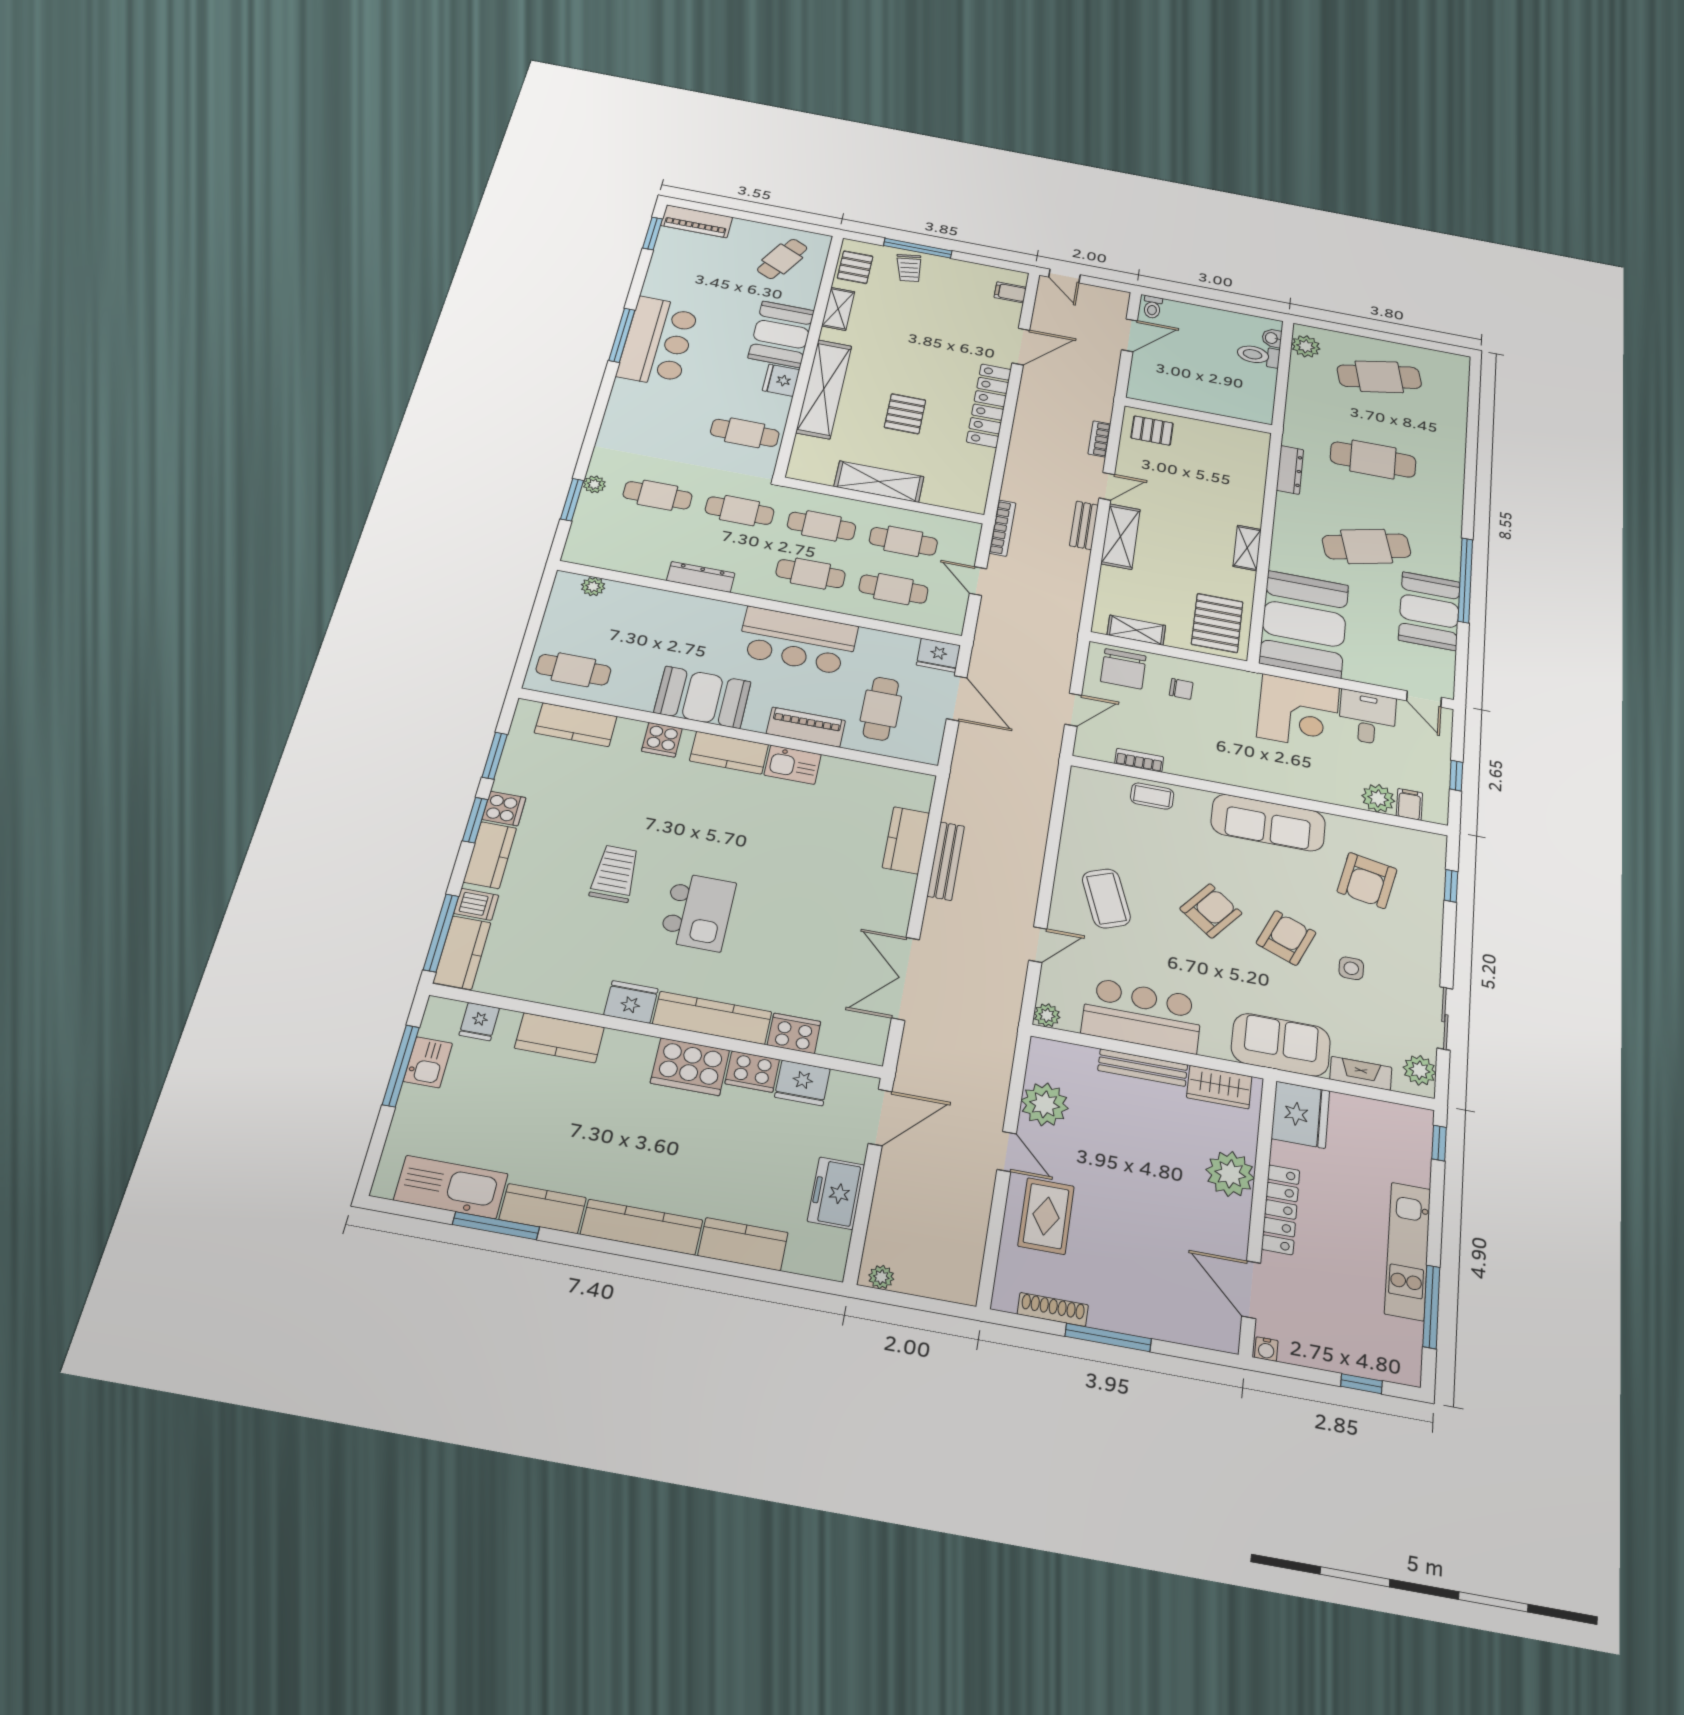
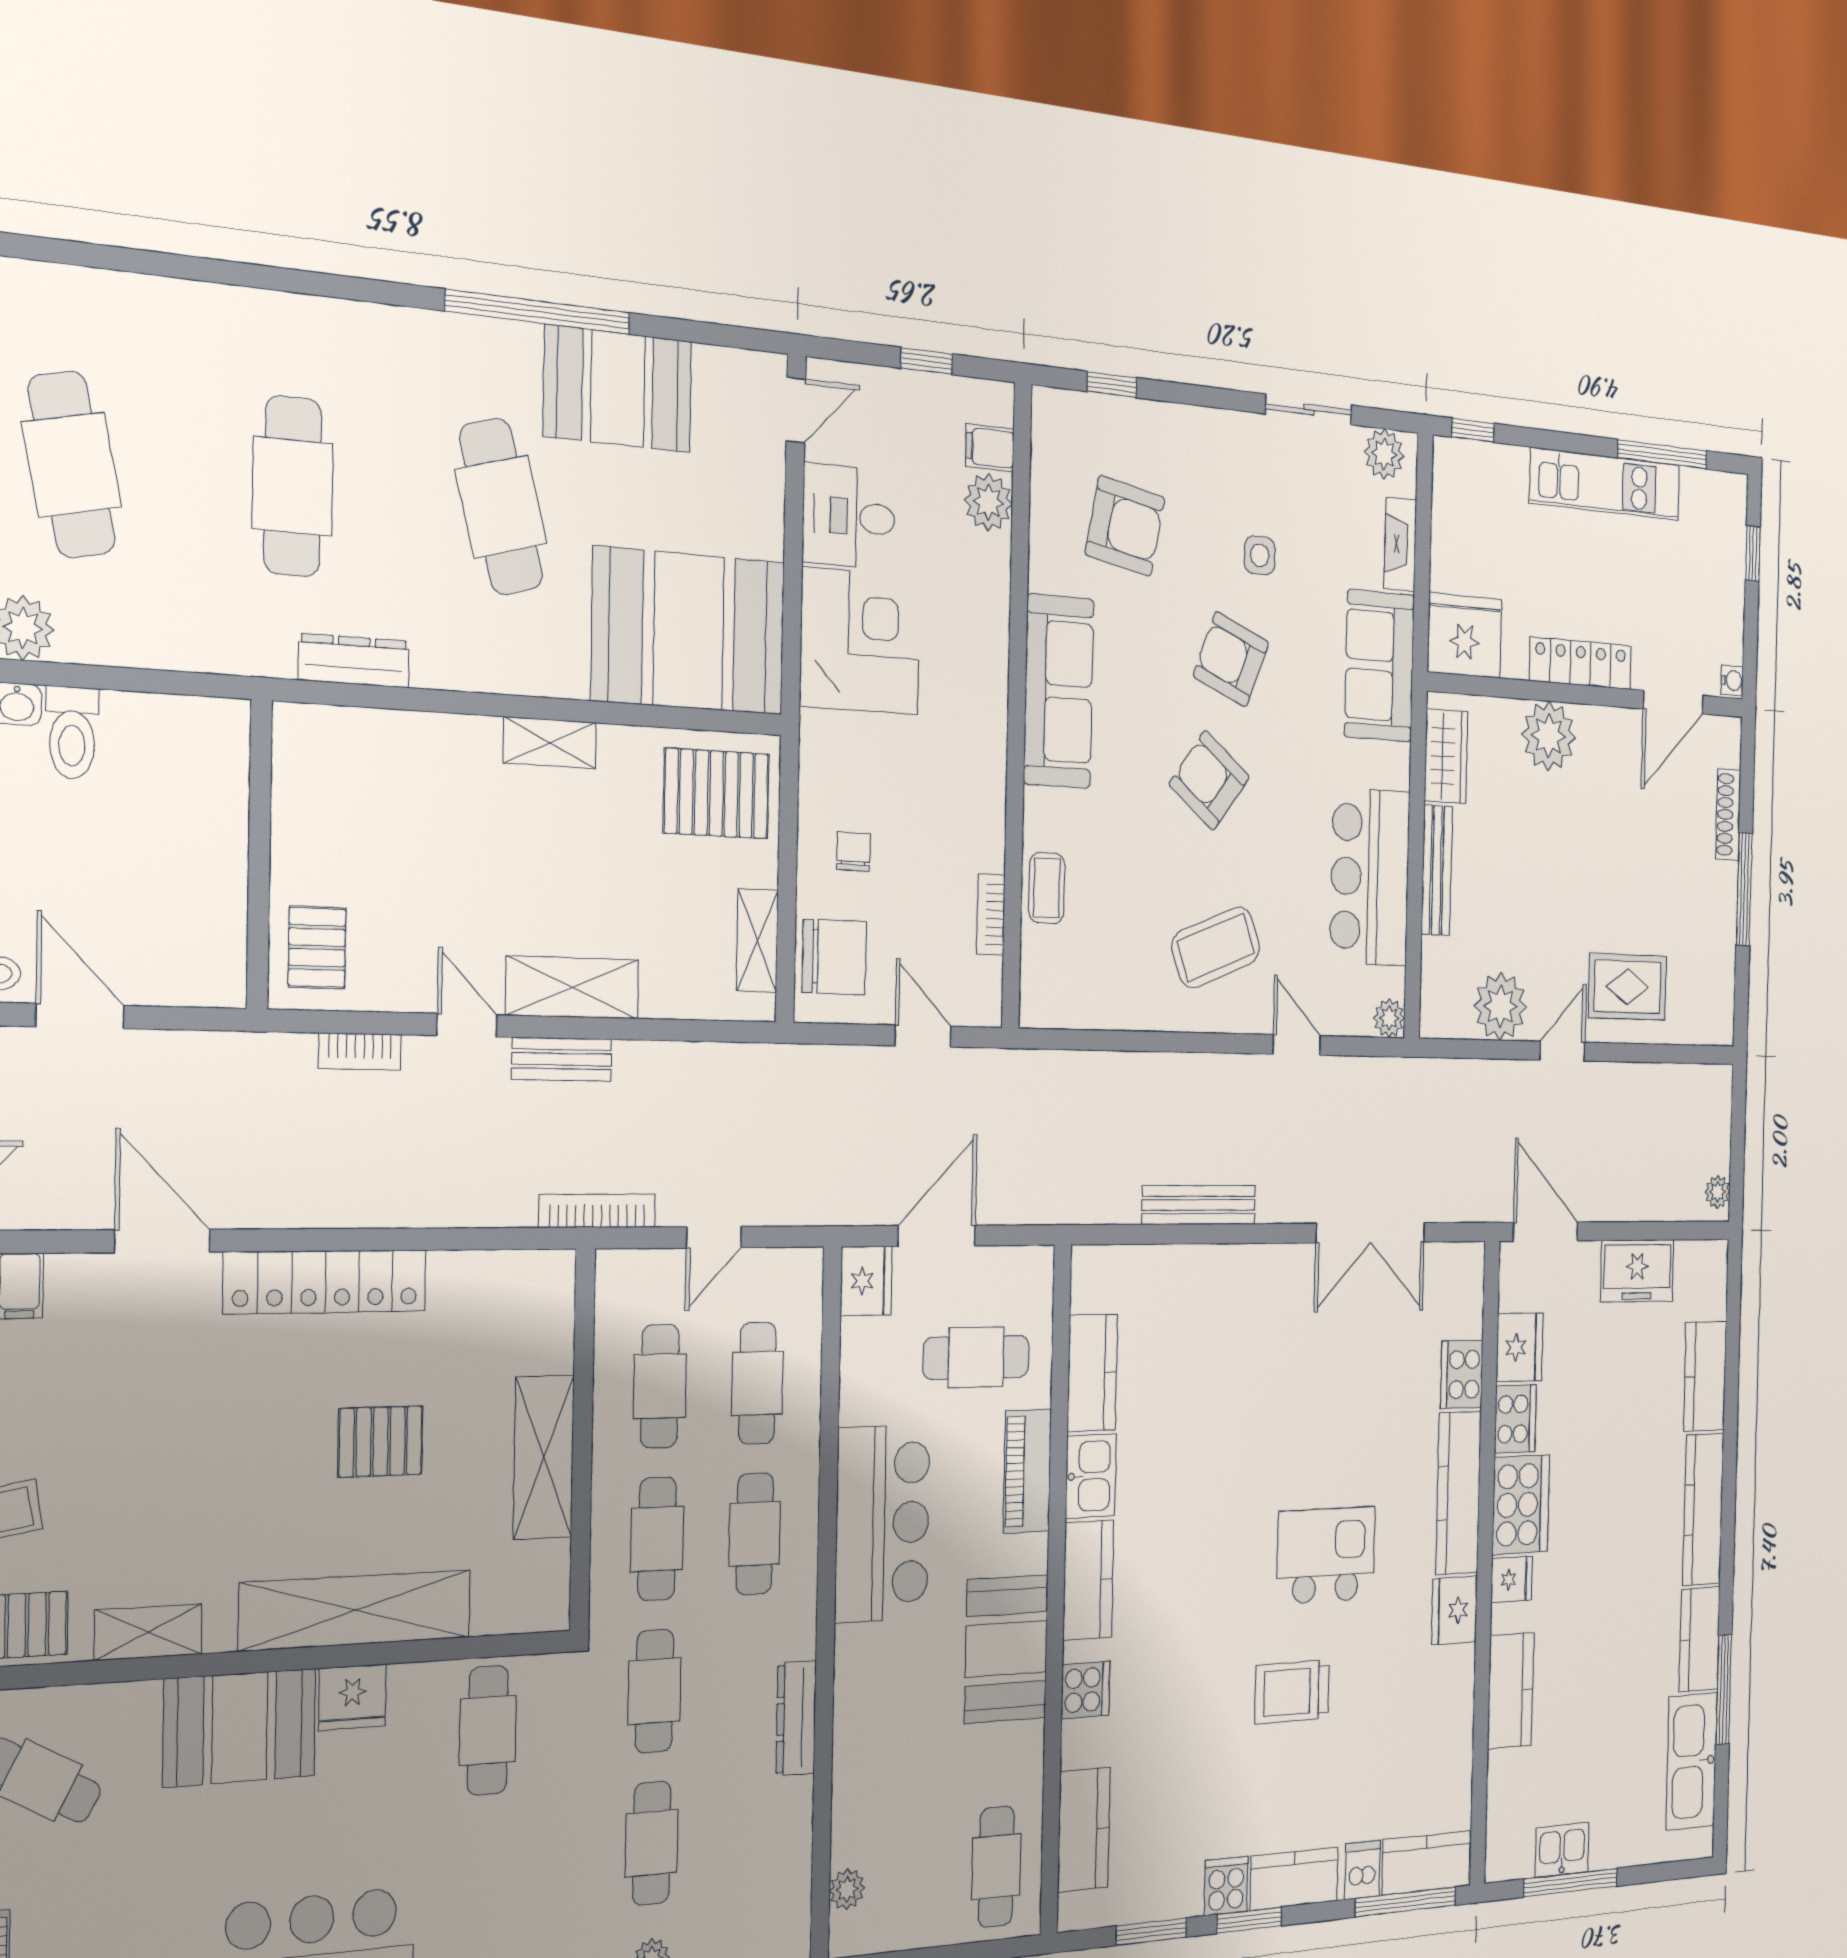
kitchen counter: (906, 840) -> (1092, 1373), moved, turned -90
fridge: (479, 1022) -> (1512, 1579), moved
shoe rack: (1053, 1309) -> (1728, 815), moved

